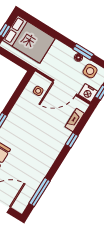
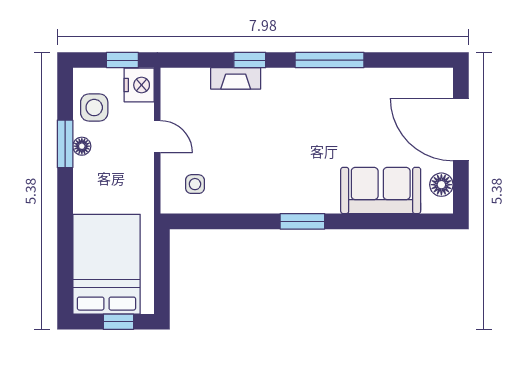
door: (65, 88) -> (157, 137), width x0.53
fireplace: (75, 120) -> (236, 78), moved
window: (40, 192) -> (330, 60), moved

